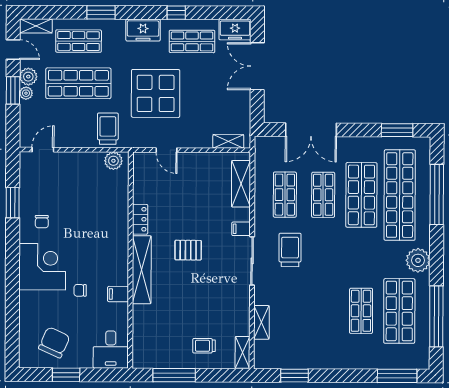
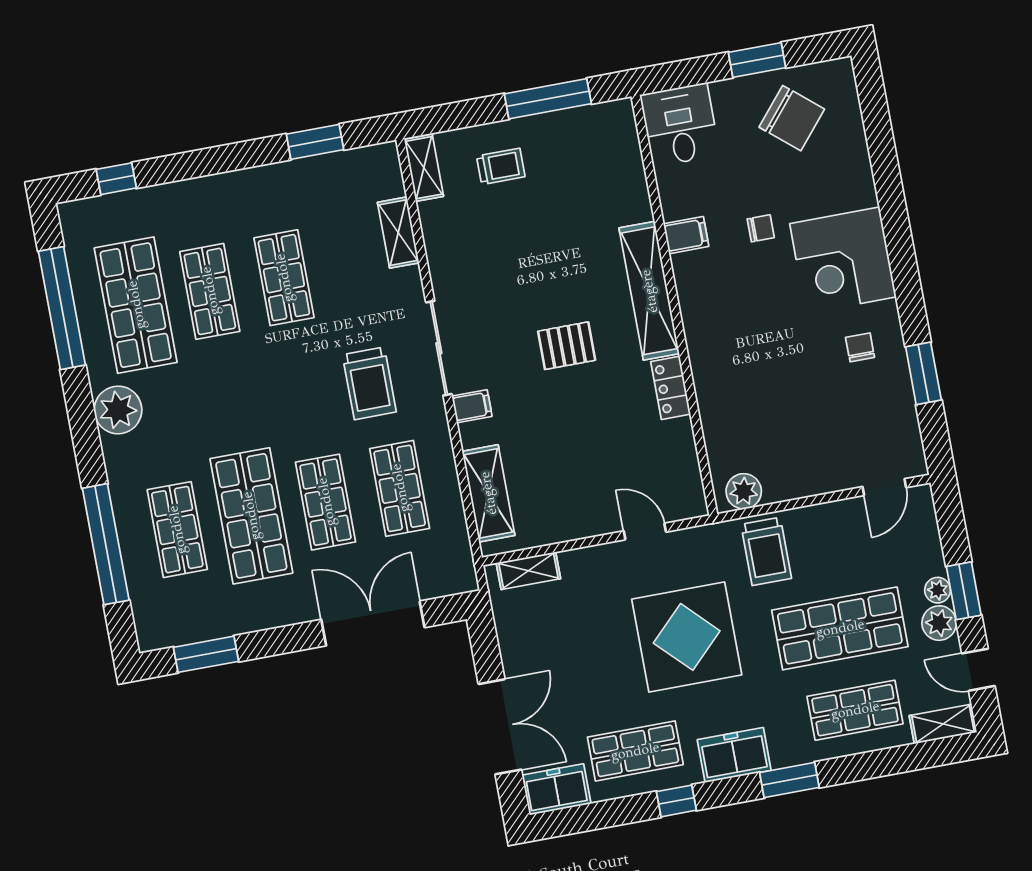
window: (101, 12) -> (789, 780), moved
shop shelf: (400, 195) -> (177, 530), width x0.50, depth x0.74
shop shelf: (323, 311) -> (284, 278), added
chair: (54, 342) -> (792, 118), turned -74
window: (397, 376) -> (116, 179), width x0.46

